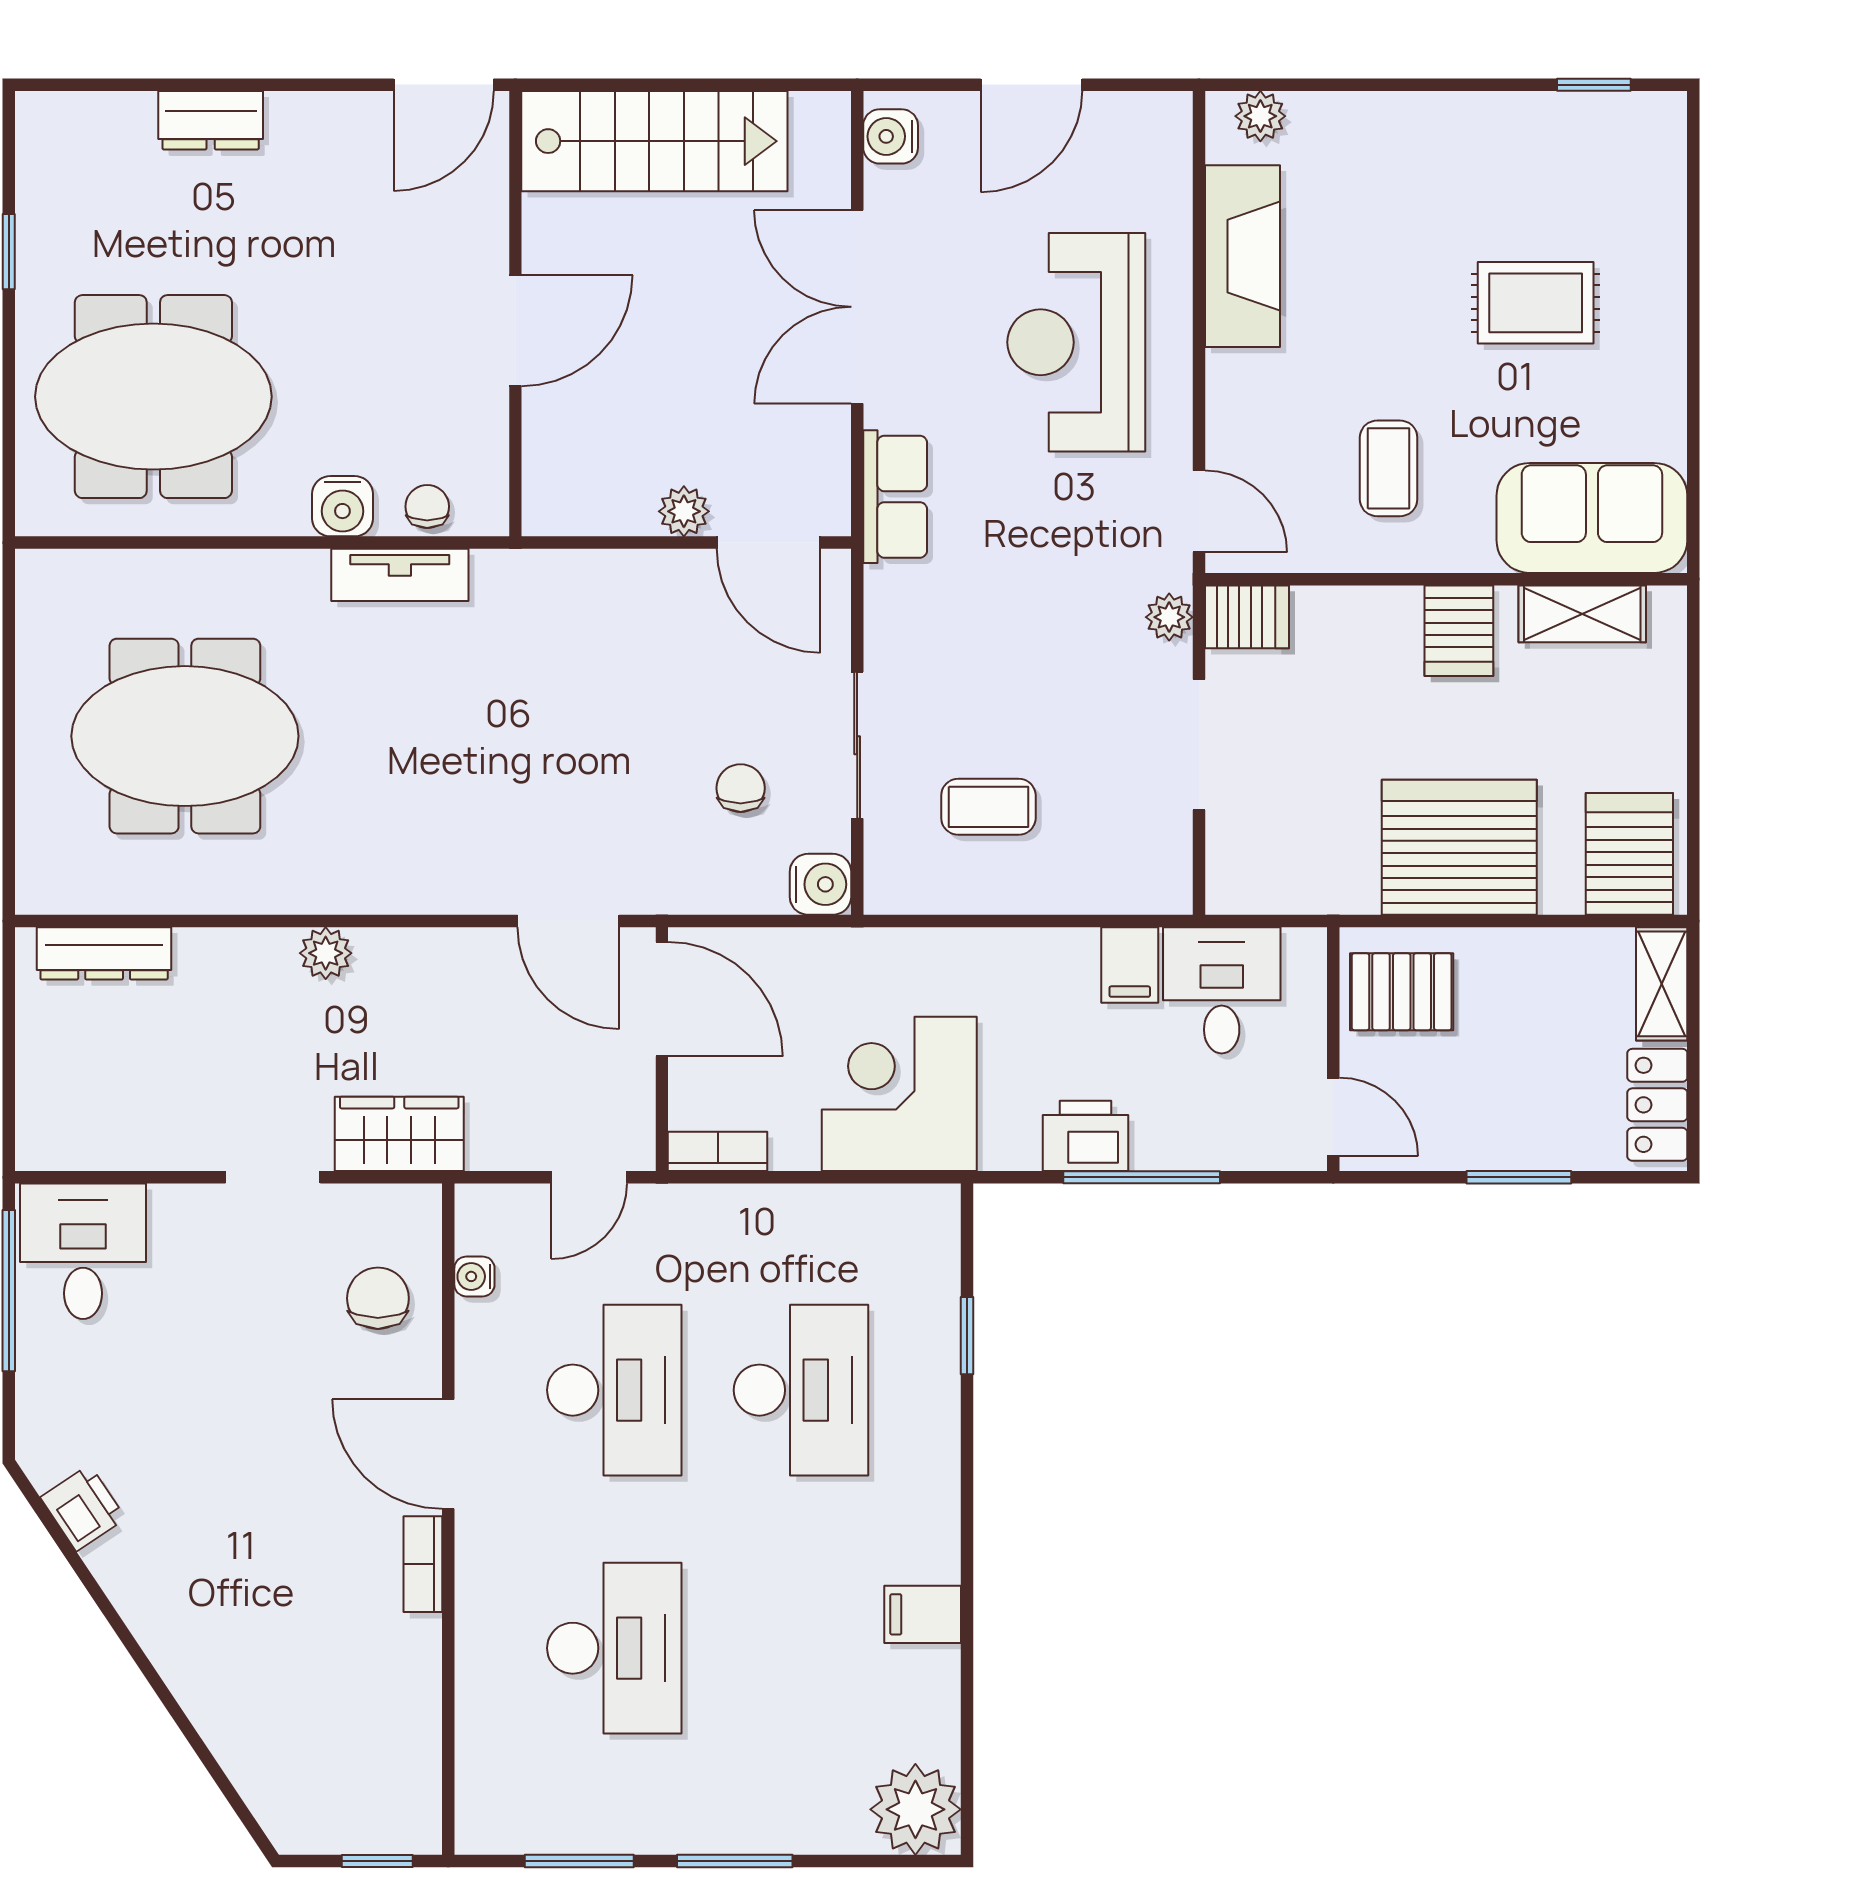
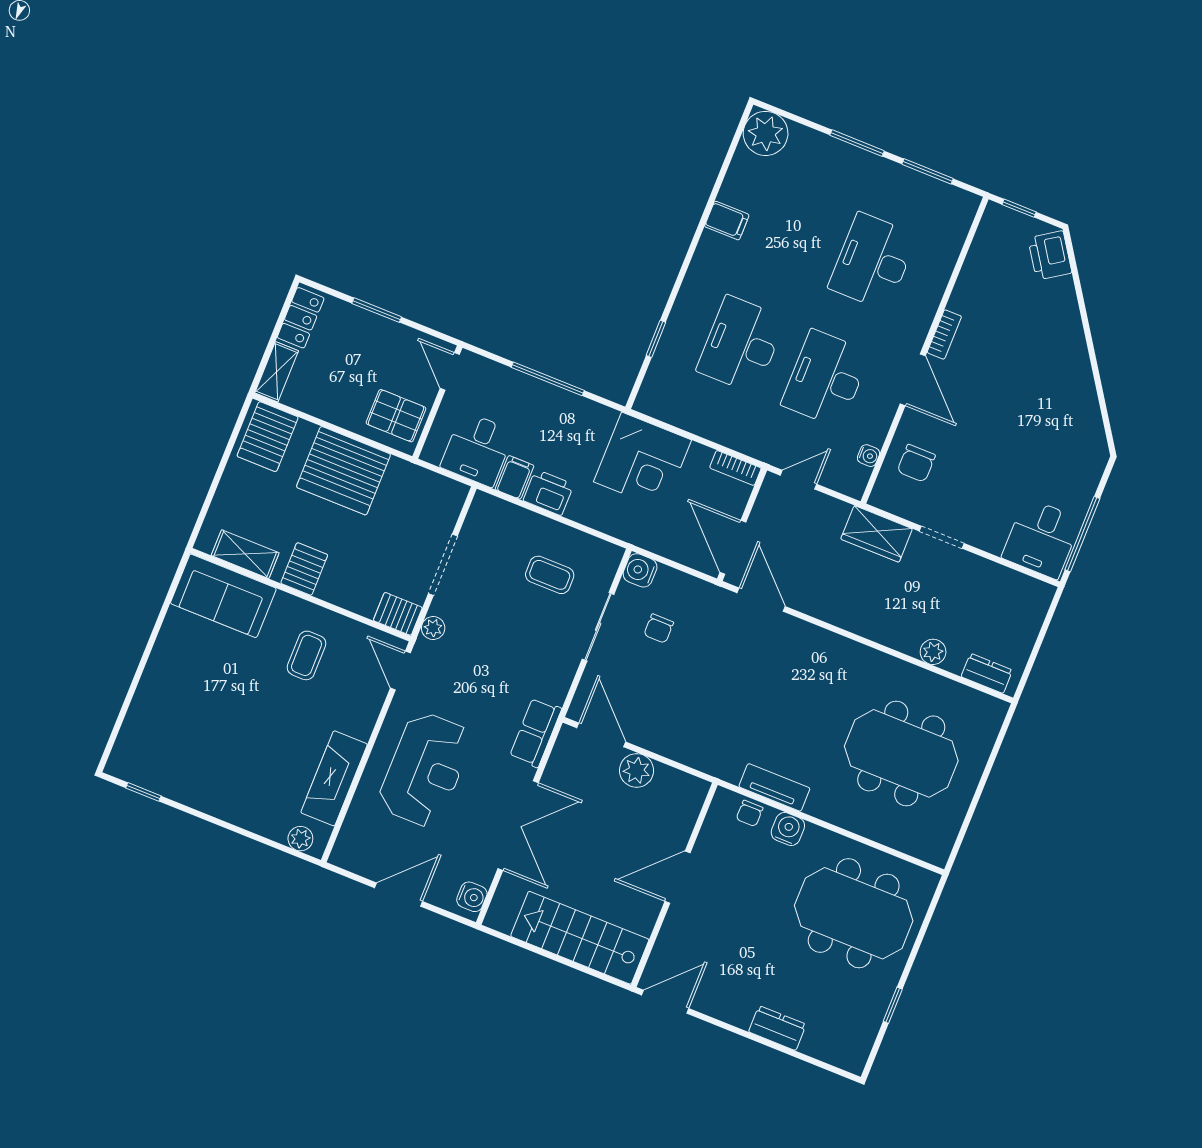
rug: (1536, 303) -> (210, 704), removed
plant: (684, 511) -> (637, 770), width x1.38, depth x1.38
dresser: (104, 953) -> (987, 673), width x0.70
plant: (326, 953) -> (933, 652), moved
printer: (1086, 1136) -> (548, 492), moved, turned 180
printer: (83, 1508) -> (1050, 255), moved, width x1.36, depth x1.24

